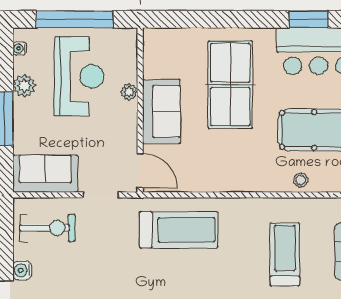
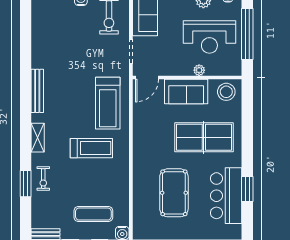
stool: (301, 180) -> (226, 92), moved, width x1.89, depth x1.89
treadmill: (285, 254) -> (91, 148), moved

